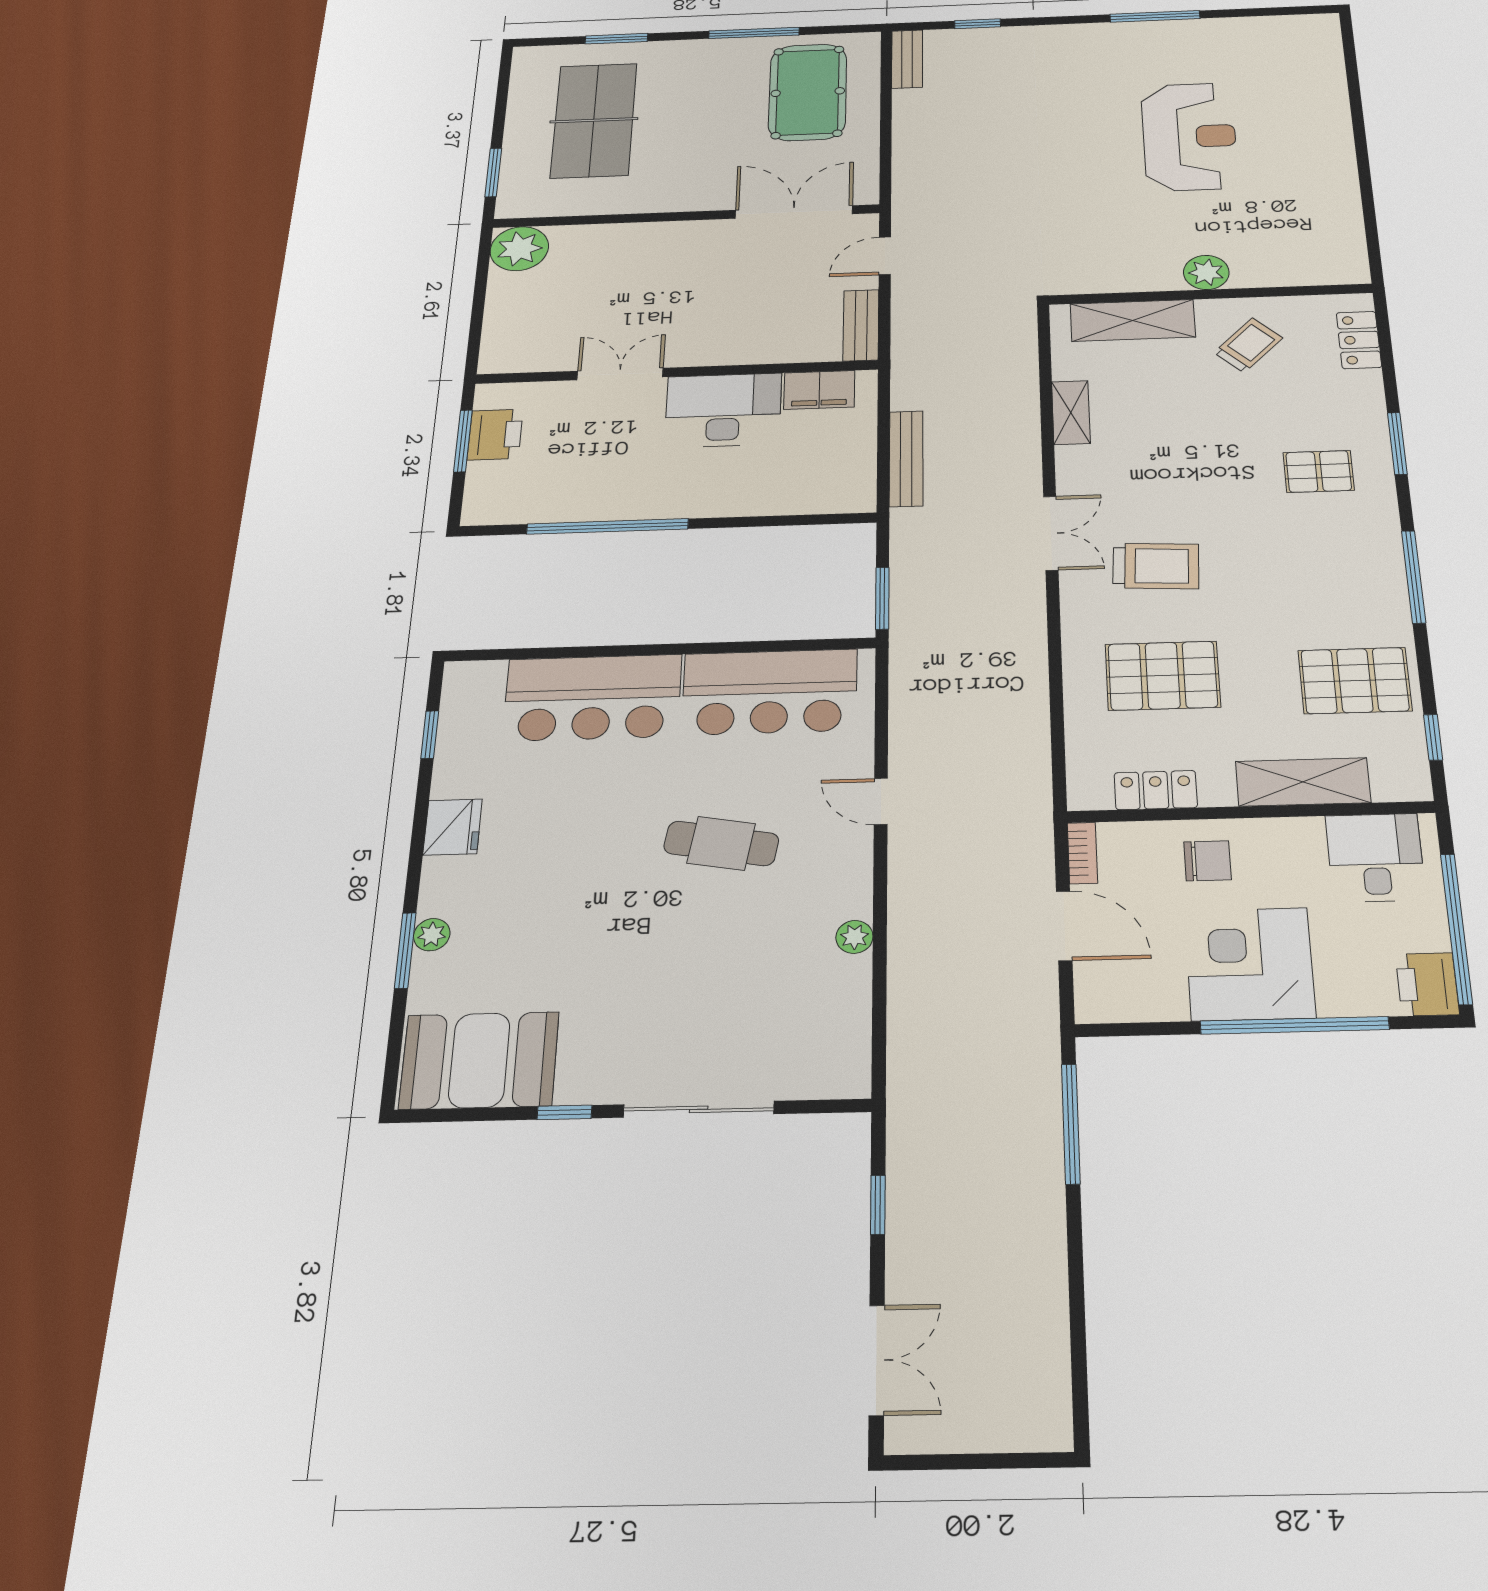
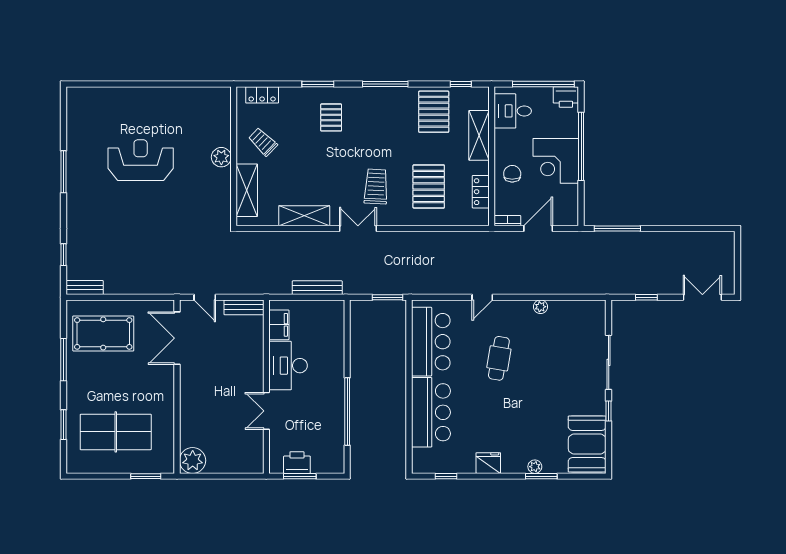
shelving: (1071, 412) -> (304, 216), width x1.50, depth x1.33

